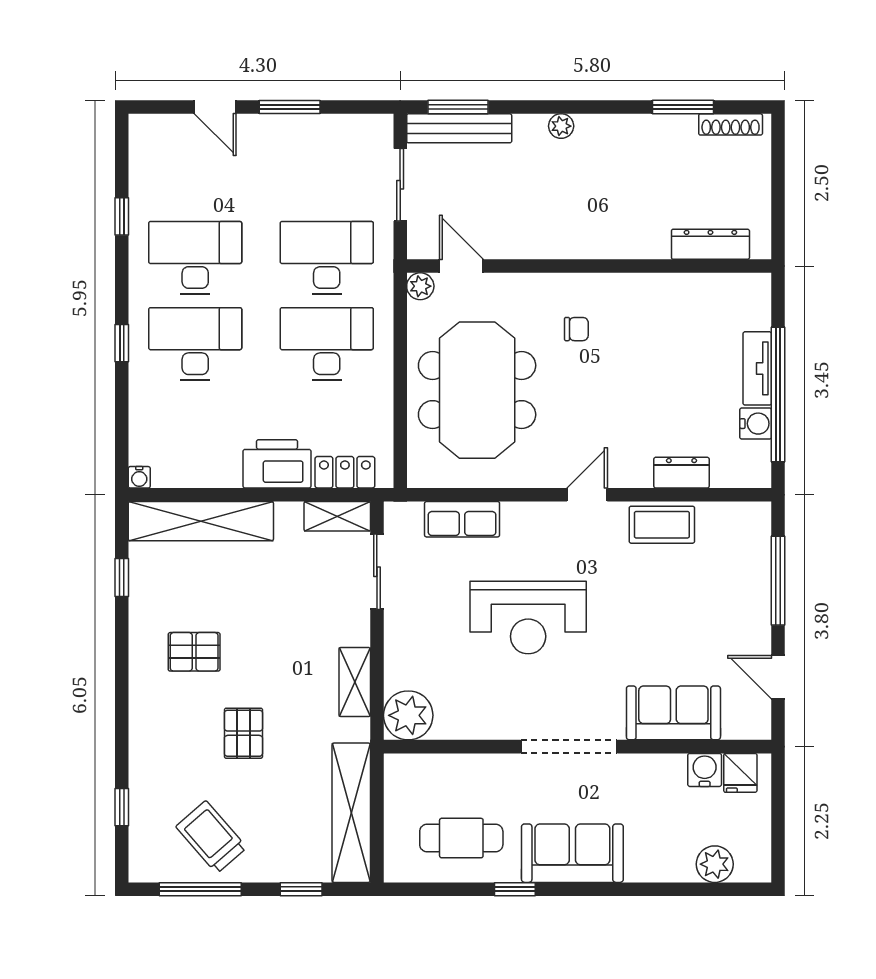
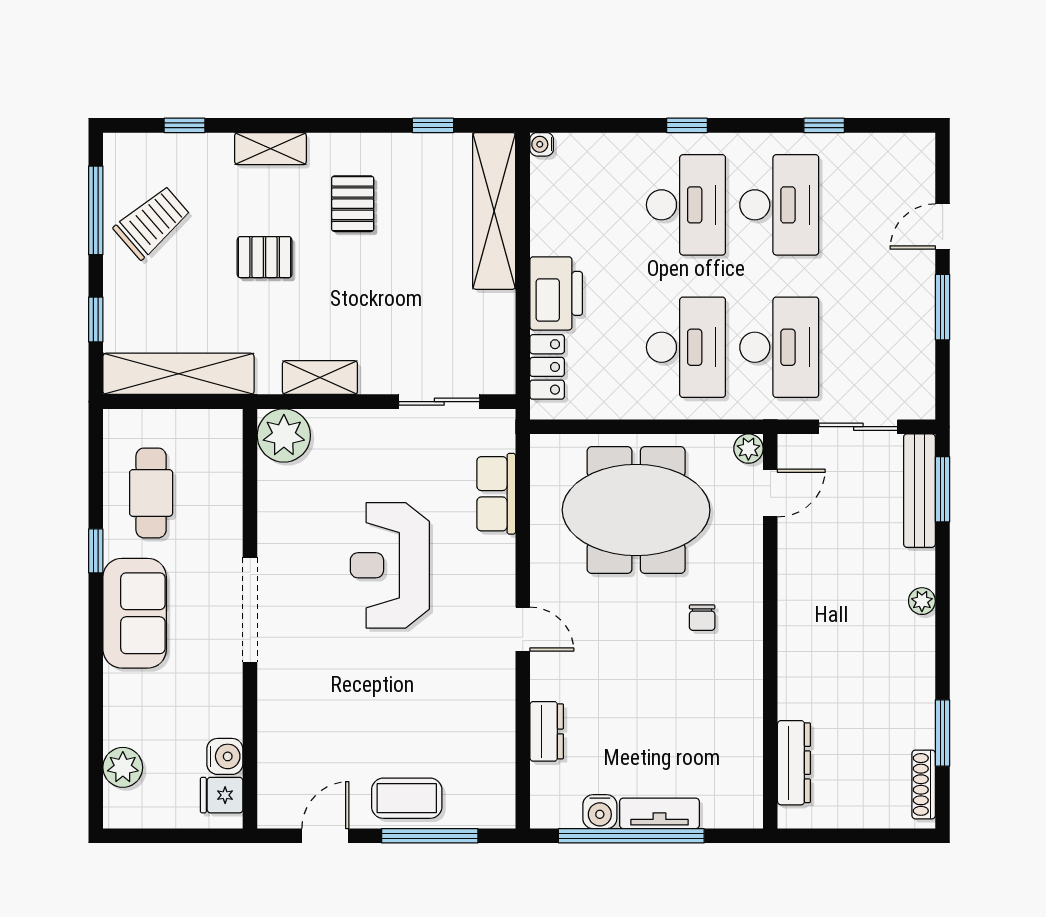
shelving: (337, 516) -> (270, 149), moved, turned 90
coffee table: (662, 525) -> (407, 798), moved, turned 90
sofa: (673, 713) -> (287, 723), removed

